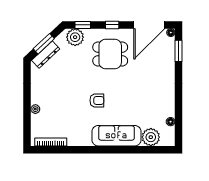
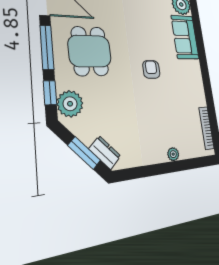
window: (112, 25) -> (47, 47), width x2.17
dresser: (46, 55) -> (105, 152), width x0.70
sofa: (116, 136) -> (185, 37), width x0.73

